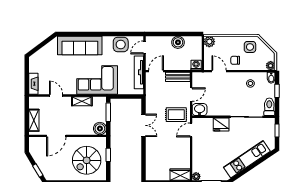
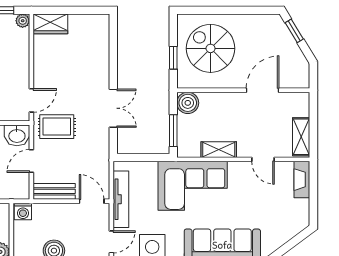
door: (156, 71) -> (92, 201), swing flipped
shelving: (34, 120) -> (301, 137), moved
double door: (143, 125) -> (113, 108), swing flipped
spiral stairs: (87, 160) -> (211, 48), turned -90

